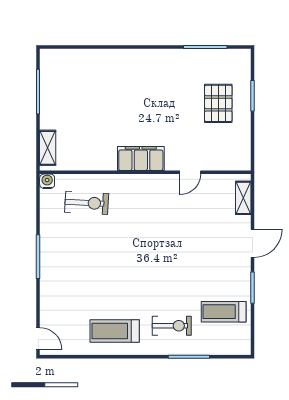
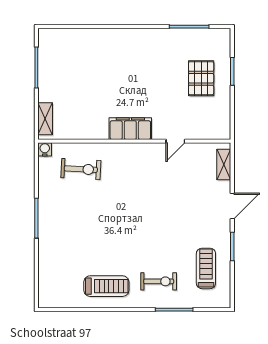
treadmill: (224, 312) -> (206, 268), turned 90
treadmill: (115, 331) -> (106, 286), turned 180
door: (38, 339) -> (36, 293), removed

